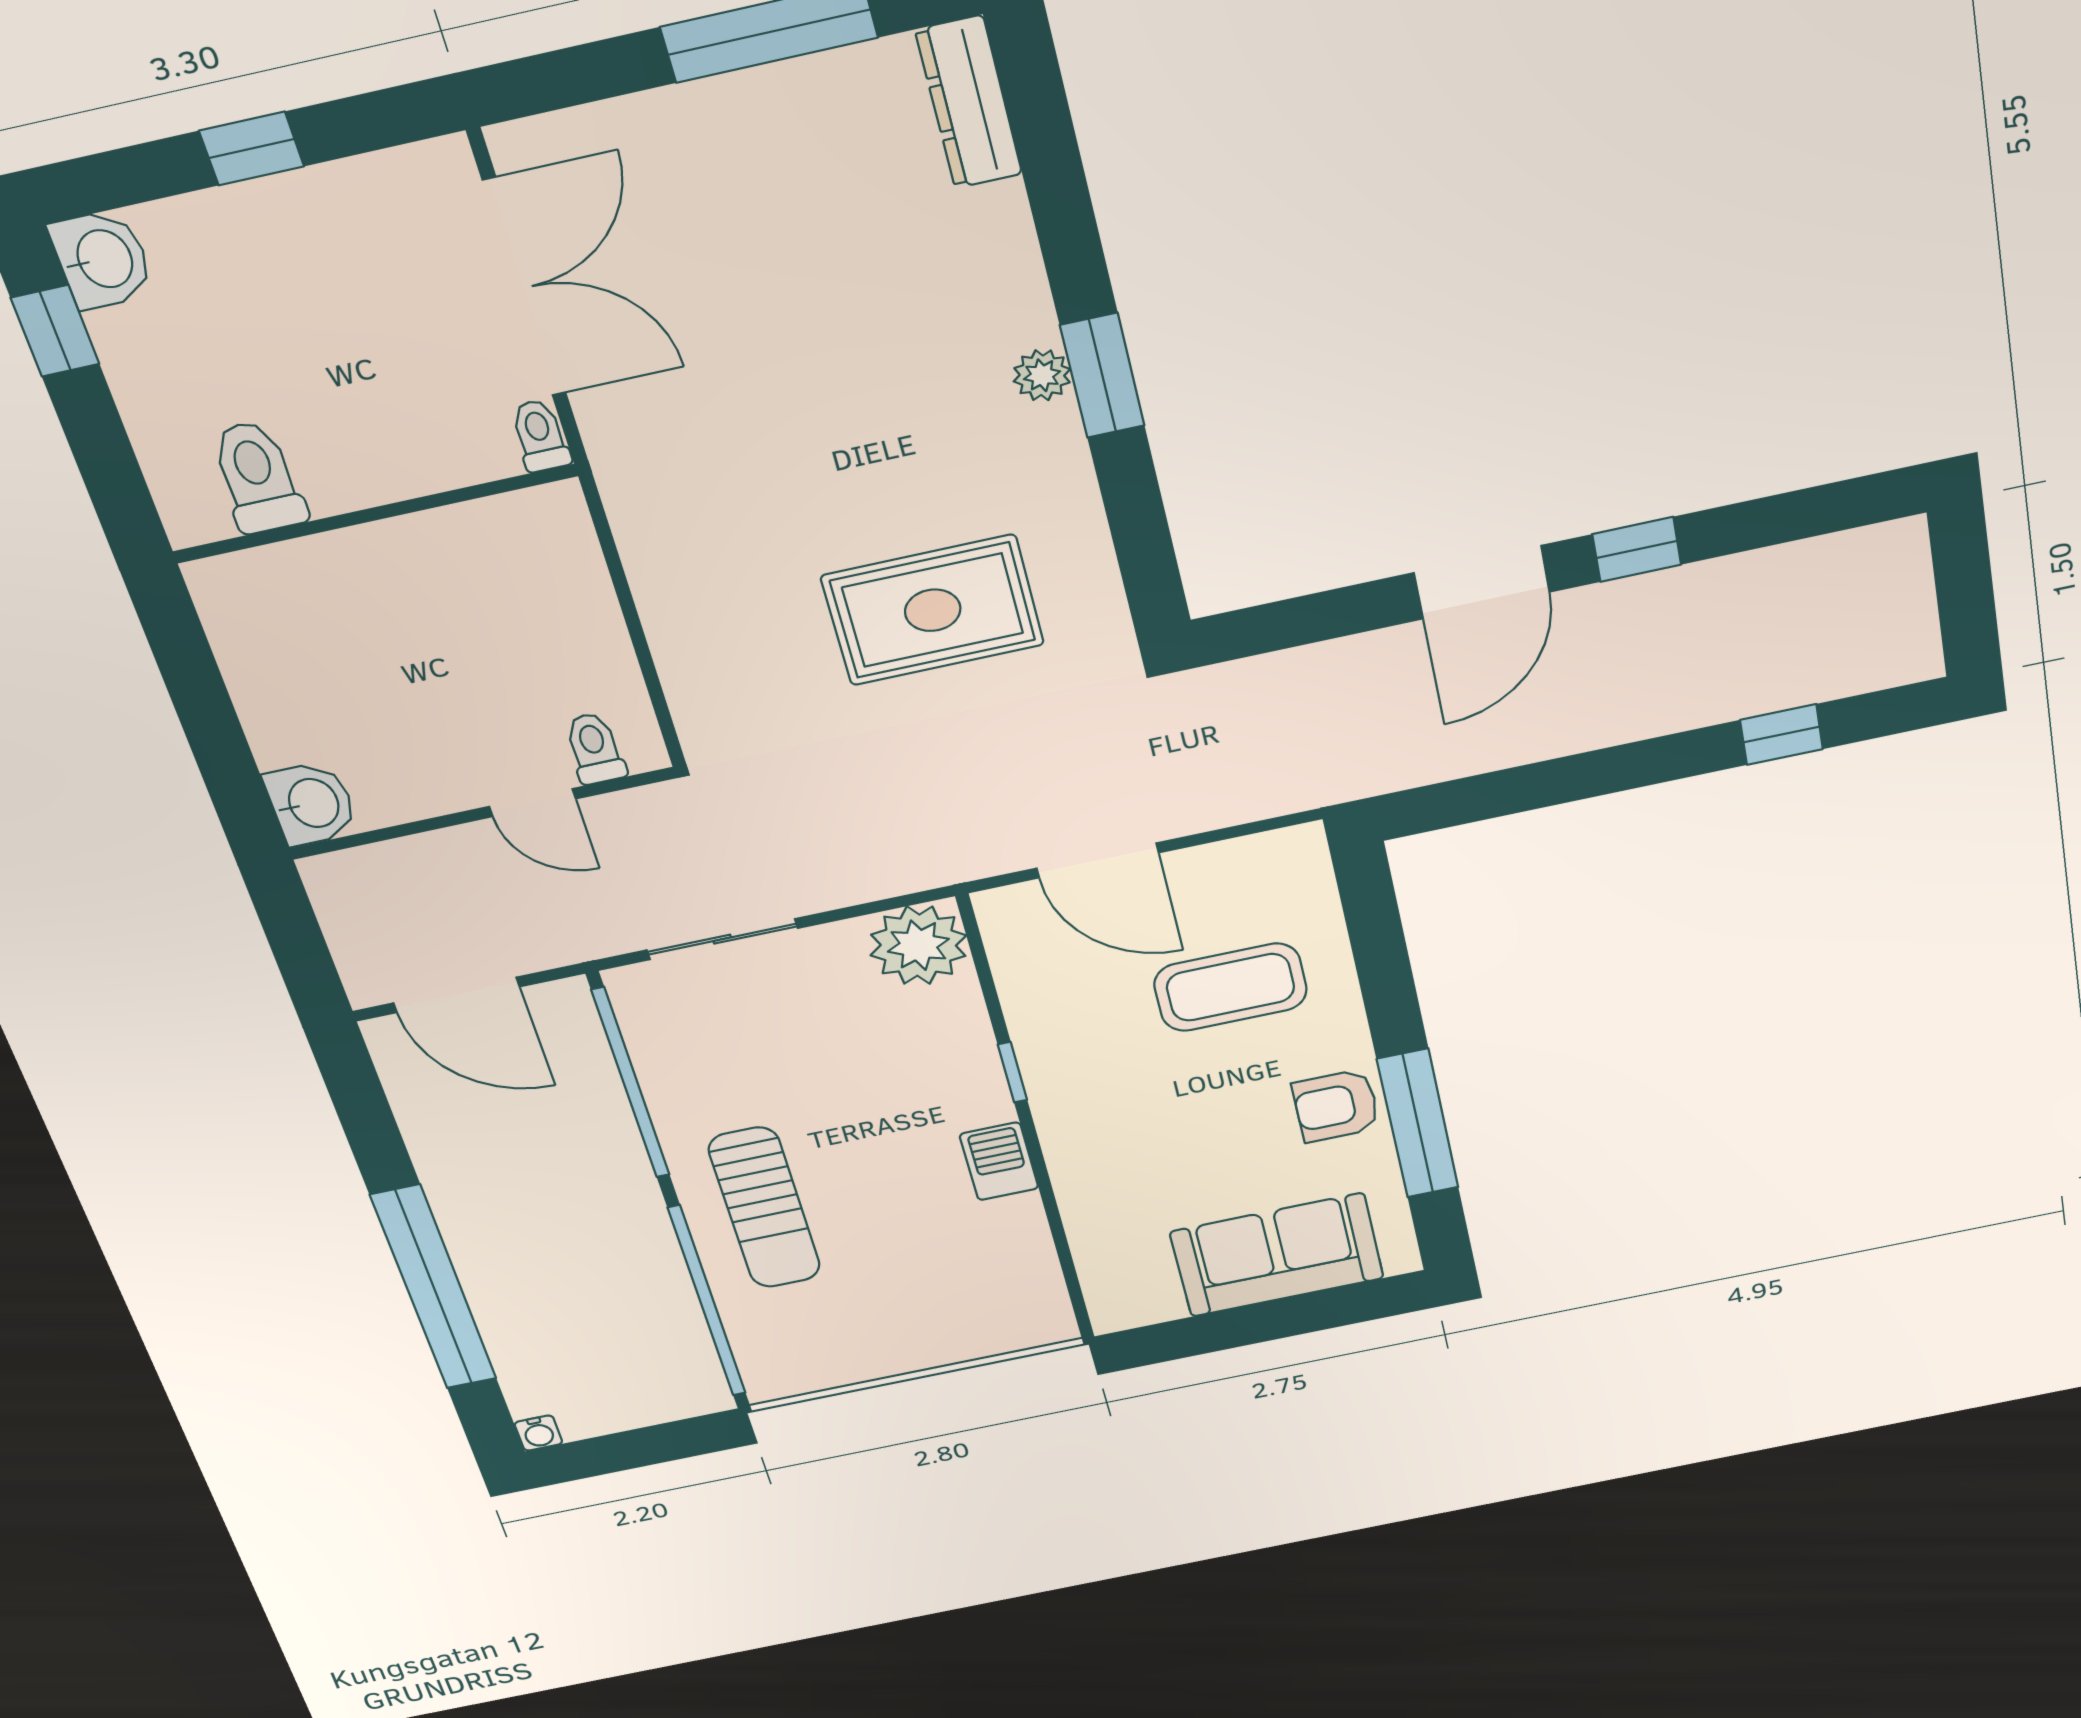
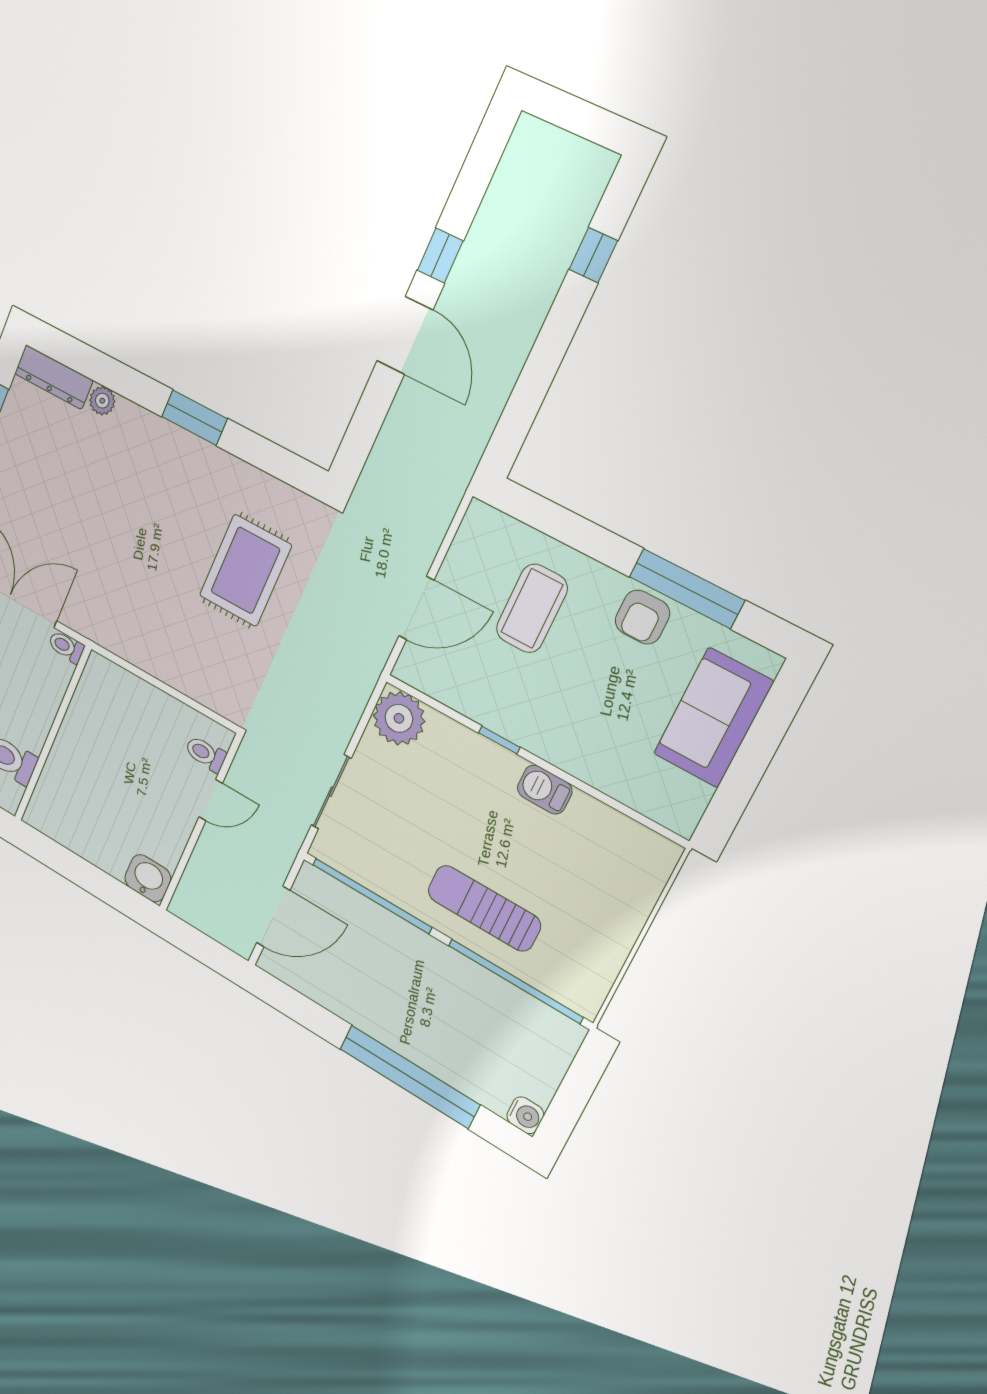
plant: (1042, 375) -> (102, 401), moved
sun lounger: (765, 1208) -> (484, 908), turned 180
water cooler: (538, 1433) -> (525, 1115), width x1.38, depth x1.38

